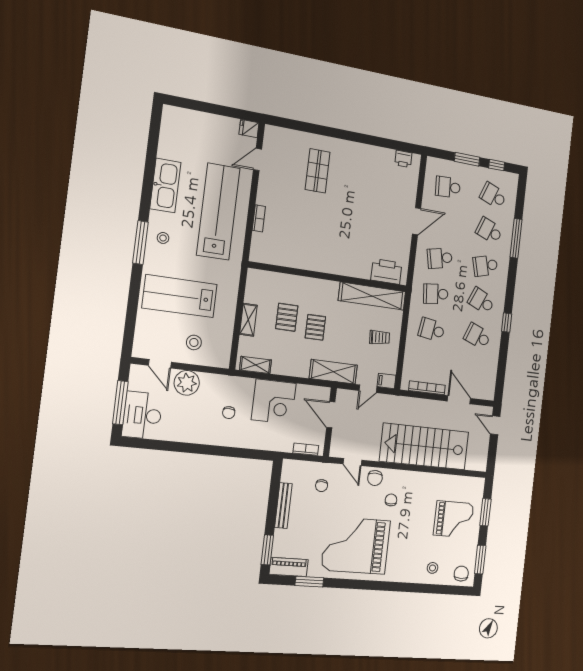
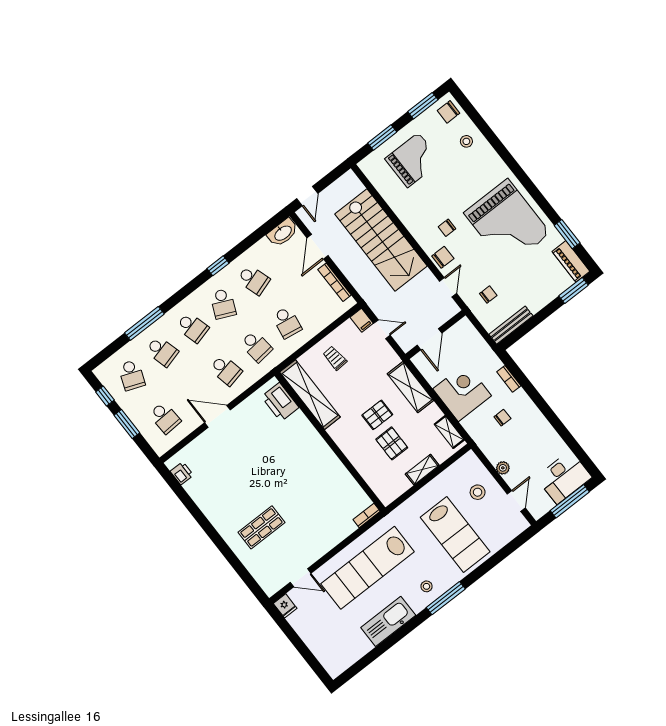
bookcase: (259, 218) -> (367, 515), moved
school desk: (489, 231) -> (162, 351), turned -36
pallet: (287, 317) -> (392, 443), turned 90
school desk: (477, 336) -> (254, 280), turned -39
shelving: (333, 372) -> (410, 387), moved
plant: (187, 383) -> (503, 468), width x0.53, depth x0.53
washbasin: (488, 386) -> (283, 233), added
bookcase: (306, 449) -> (509, 379), moved
bench: (283, 506) -> (511, 325), moved
grand piano: (454, 519) -> (413, 160), turned 90

